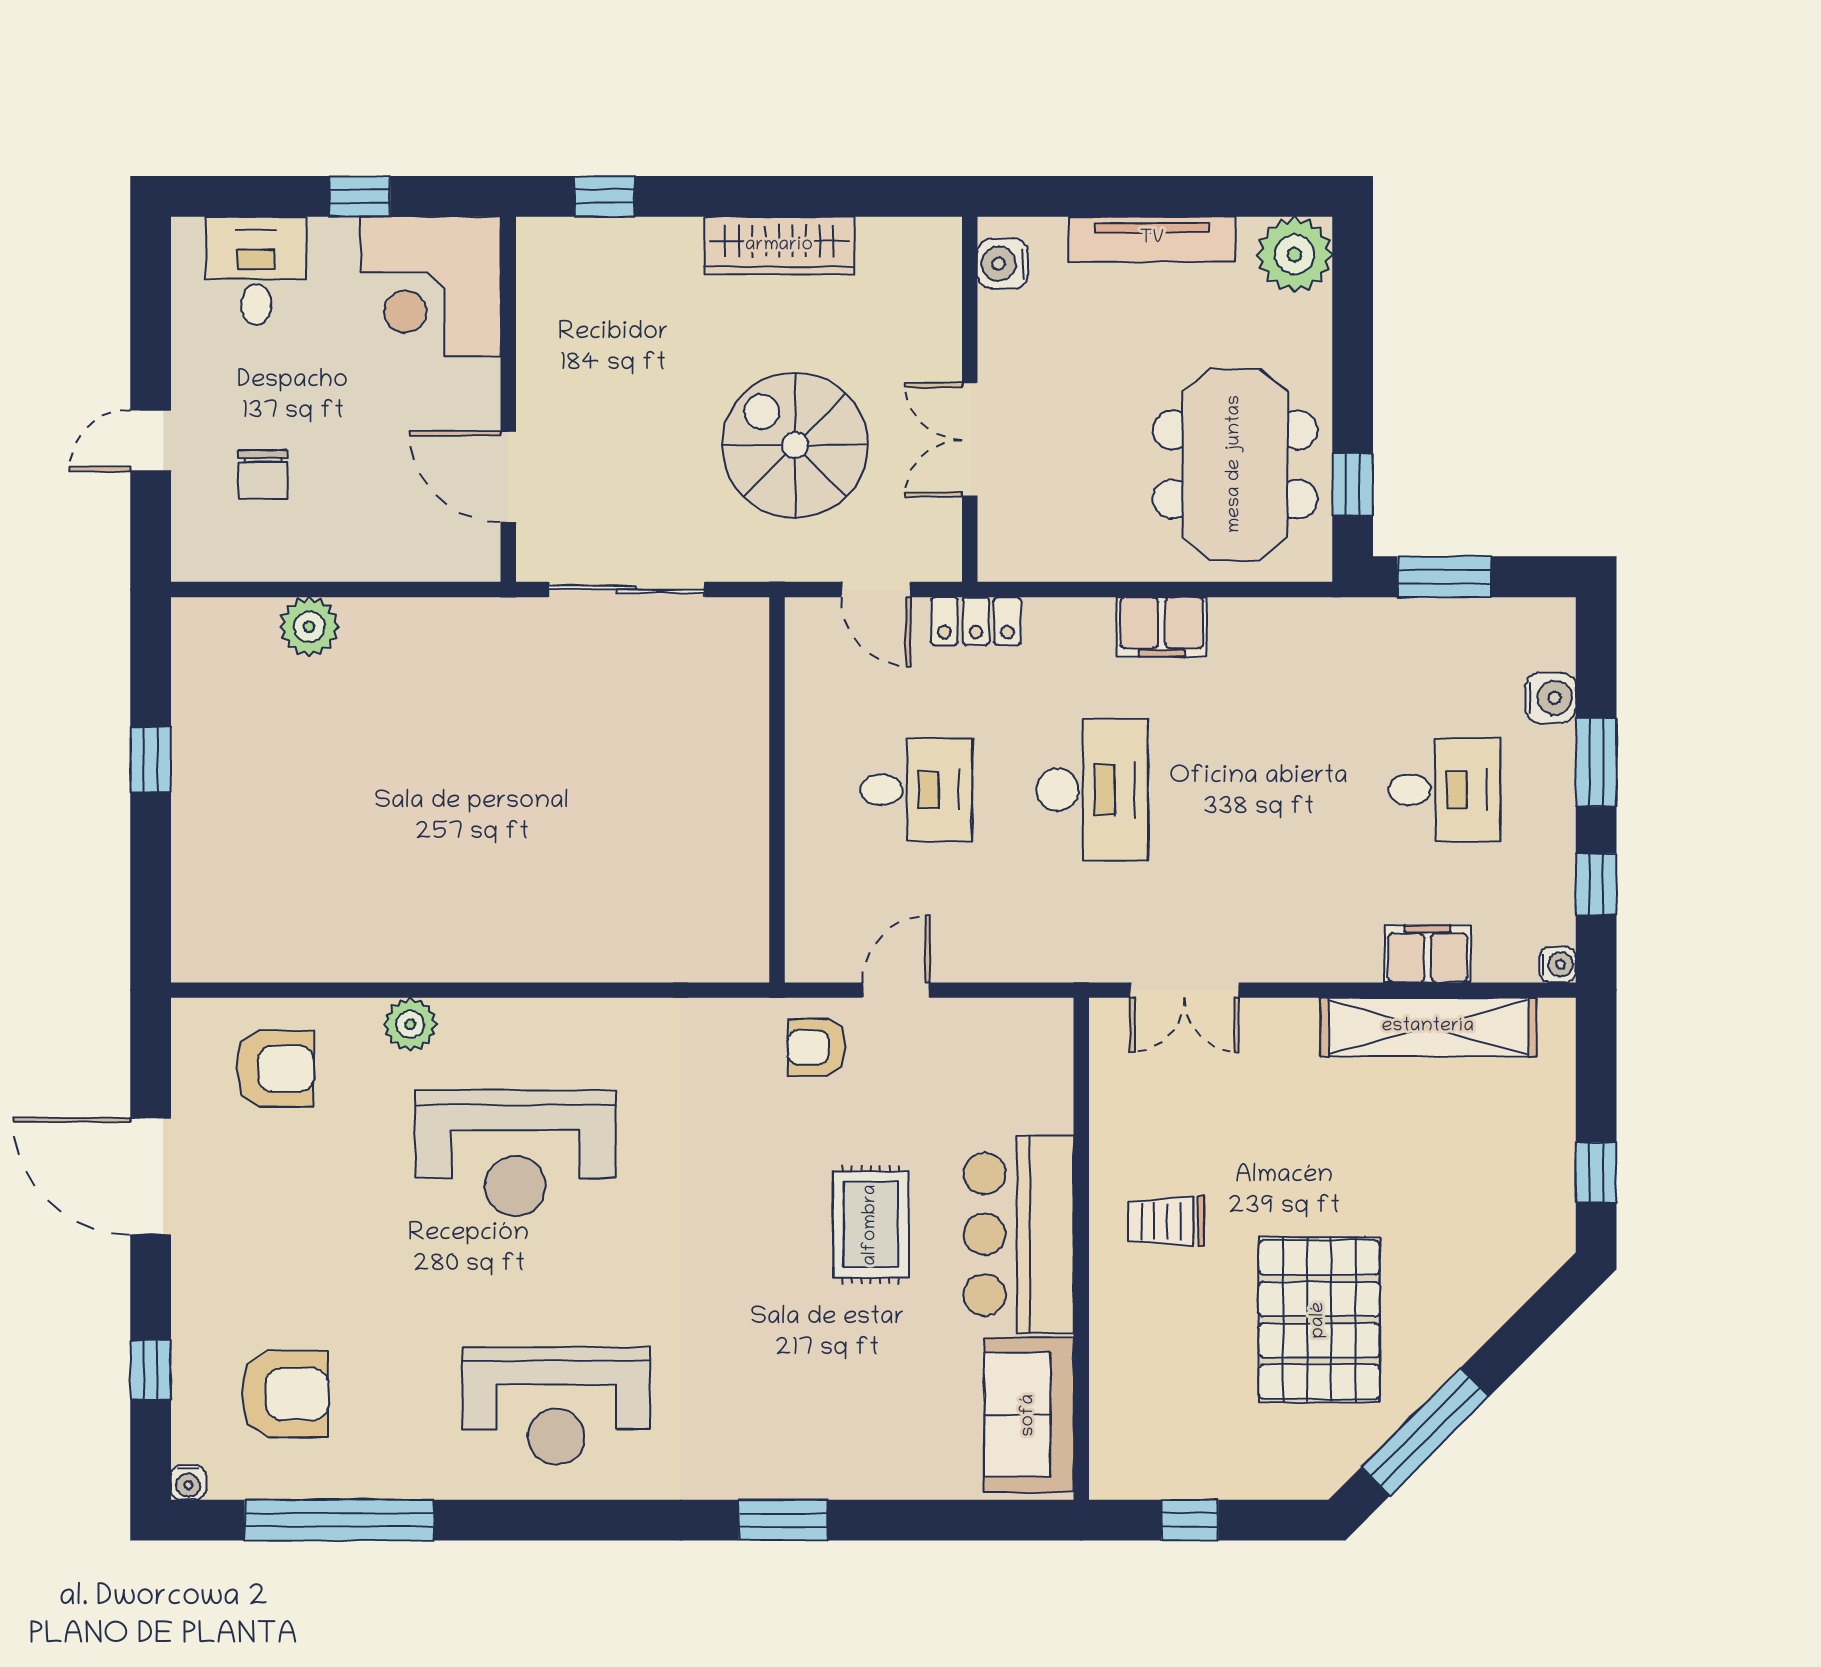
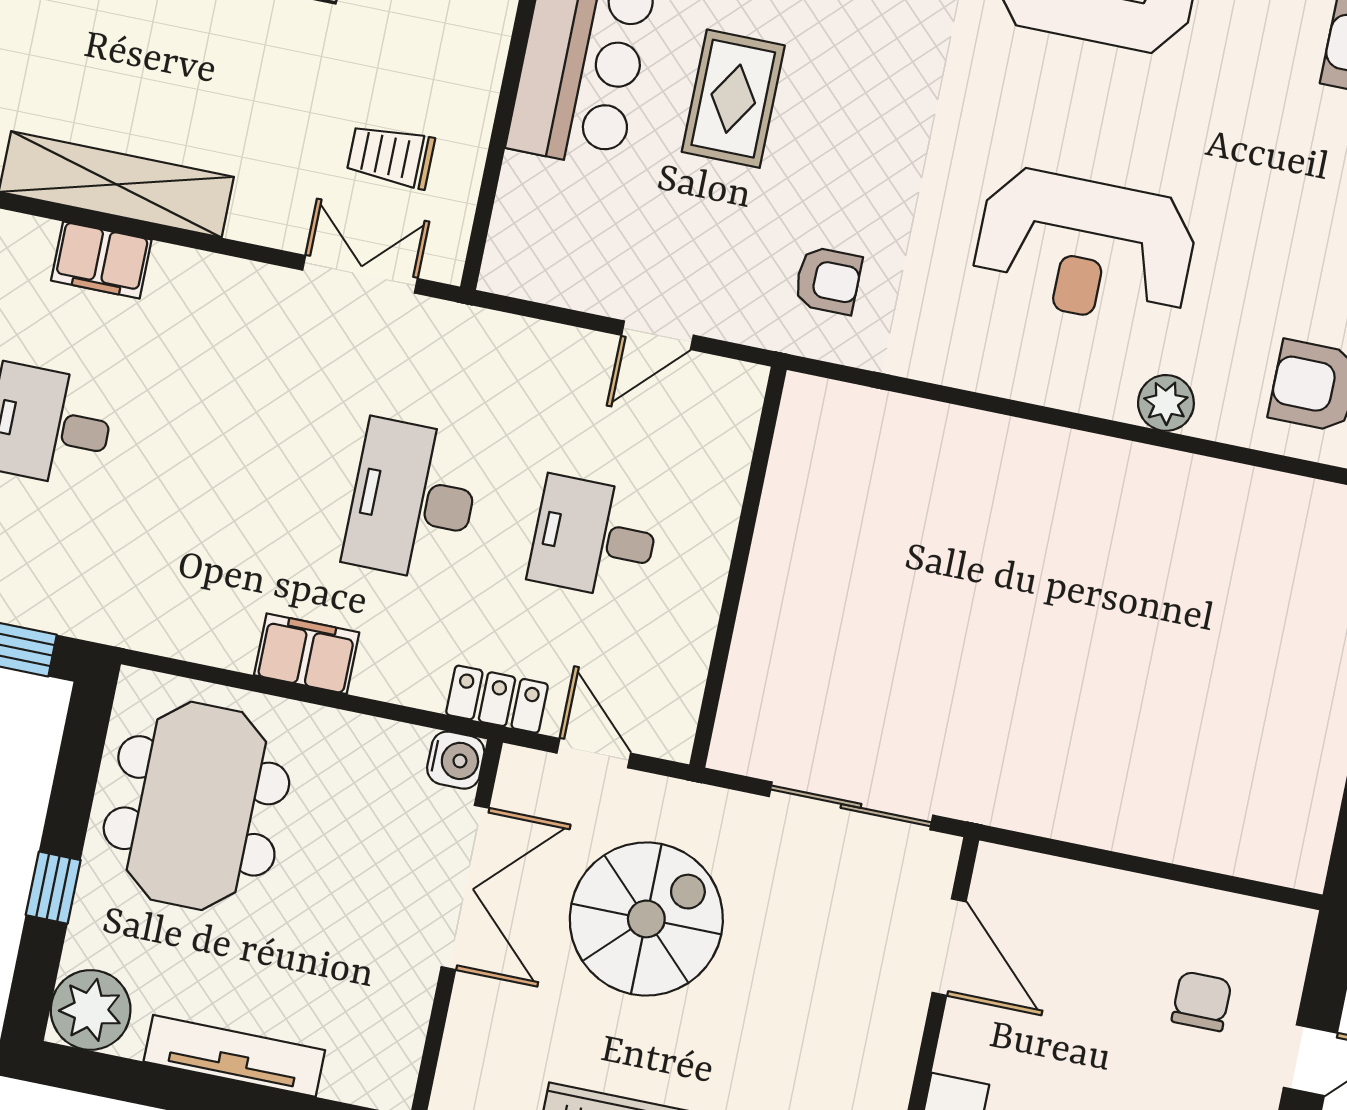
water cooler: (1003, 264) -> (456, 760), moved
double door: (970, 440) -> (465, 887), width x1.37
spiral stairs: (795, 445) -> (646, 919), turned -90
window: (1353, 484) -> (53, 888), moved
plant: (309, 627) -> (1186, 835), removed
armchair: (816, 1047) -> (828, 280), moved
reception desk: (515, 1153) -> (1085, 248), turned 180
trolley: (1166, 1221) -> (391, 156), moved, turned 180

